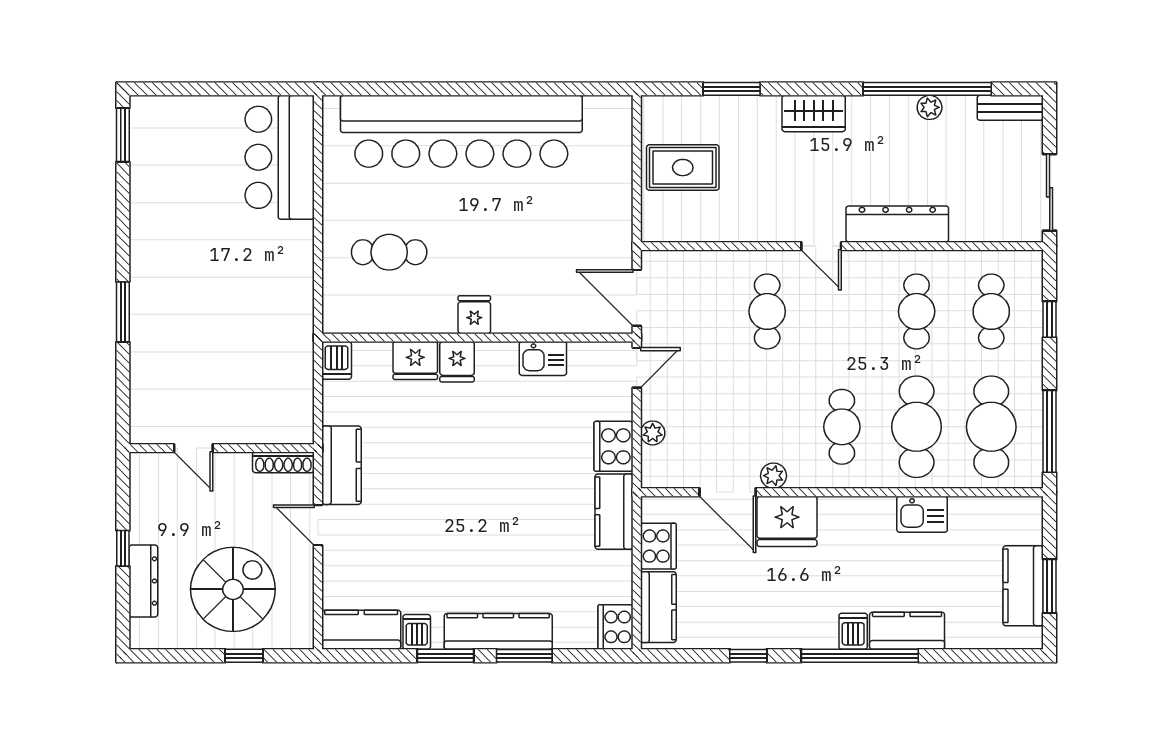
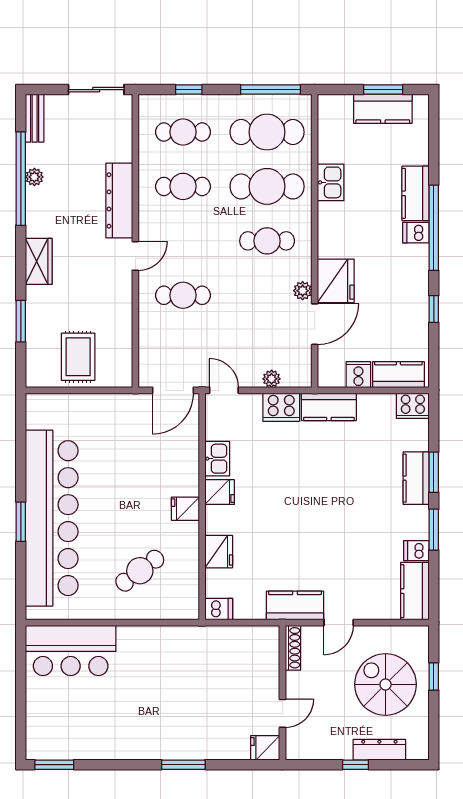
window: (456, 89) -> (21, 522), added
cafe table: (389, 252) -> (140, 571), turned 53
fridge: (457, 362) -> (220, 492), moved
fridge: (146, 424) -> (265, 748), added
cooker: (658, 546) -> (358, 375), width x0.73
kitchen counter: (498, 631) -> (416, 478), width x0.67

